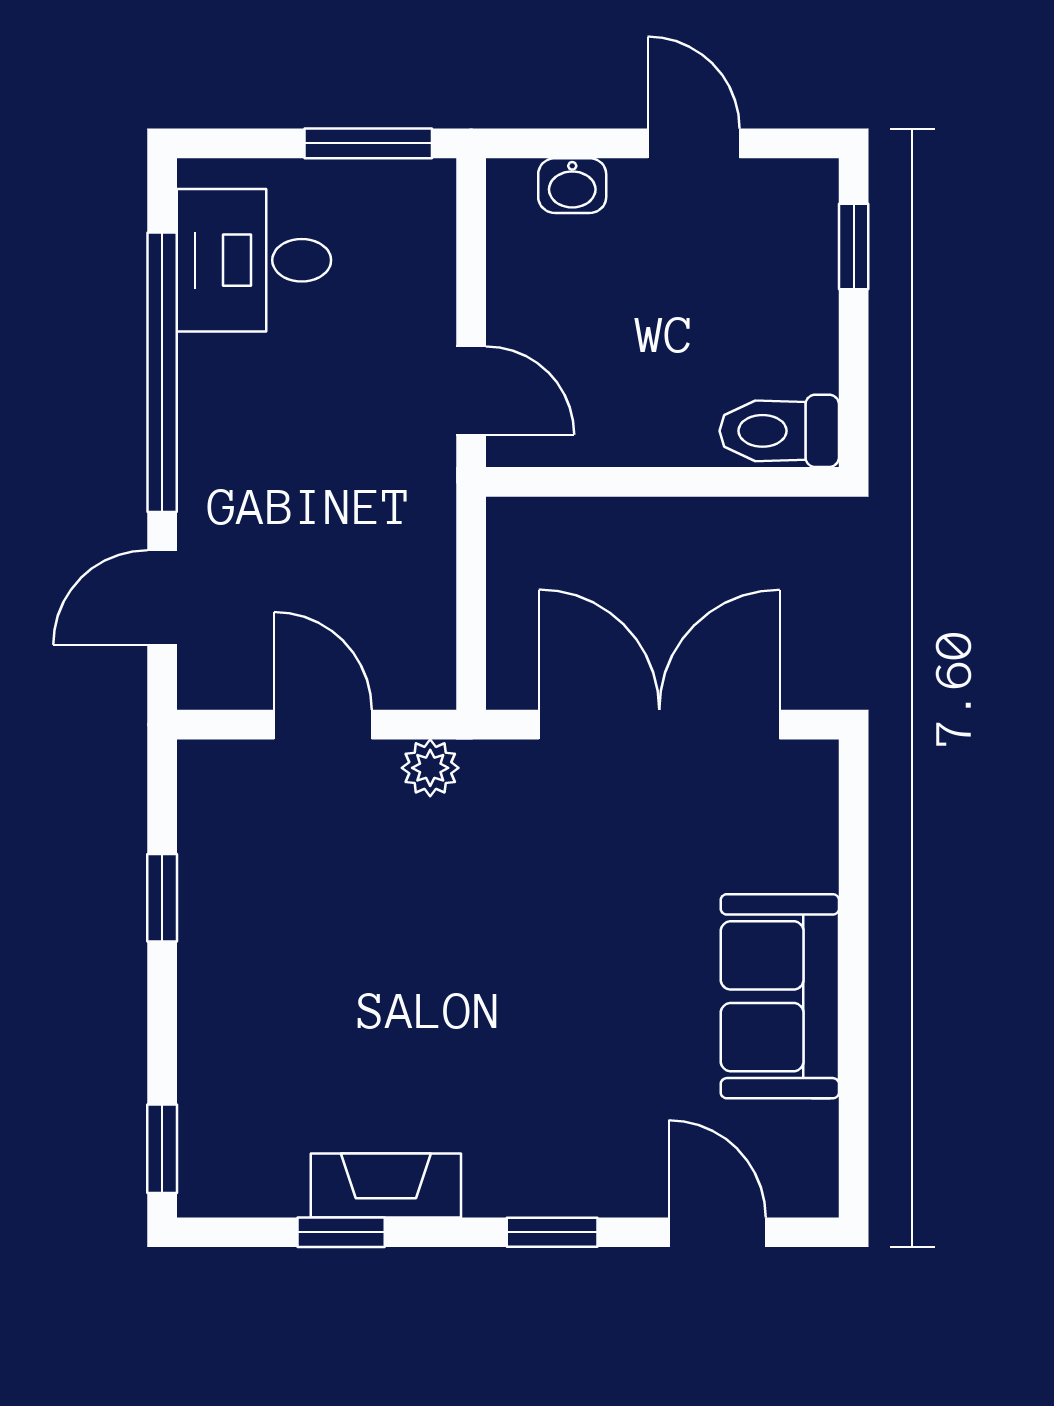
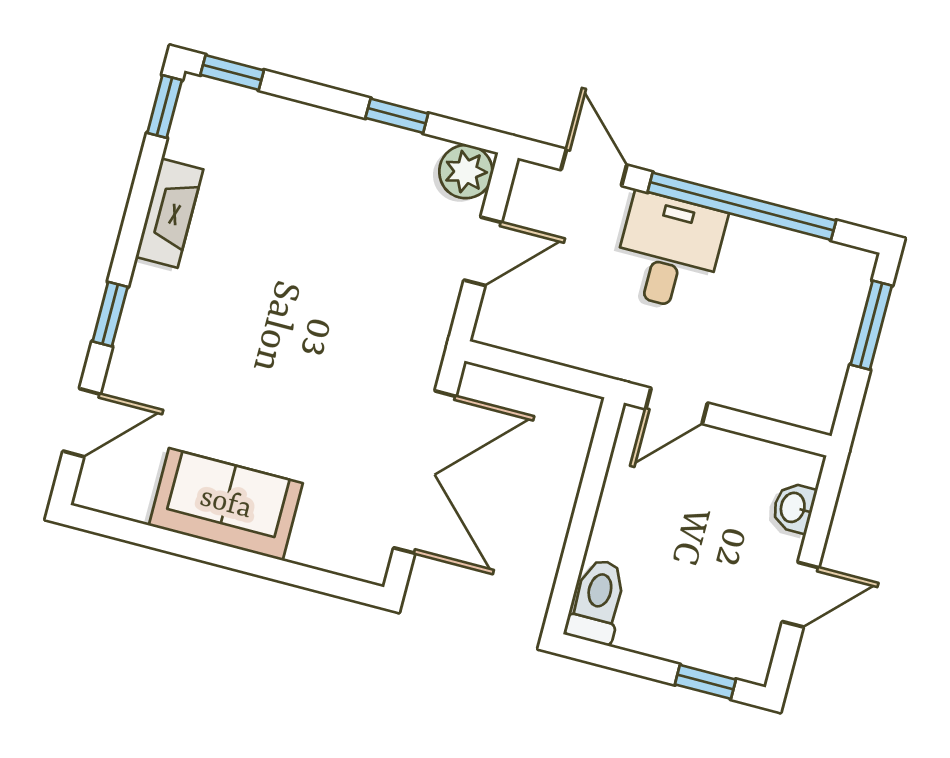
window: (368, 143) -> (871, 325), moved
desk: (254, 260) -> (669, 252), moved
plant: (430, 768) -> (466, 172), moved, width x1.38, depth x1.38
window: (341, 1232) -> (165, 106), moved

